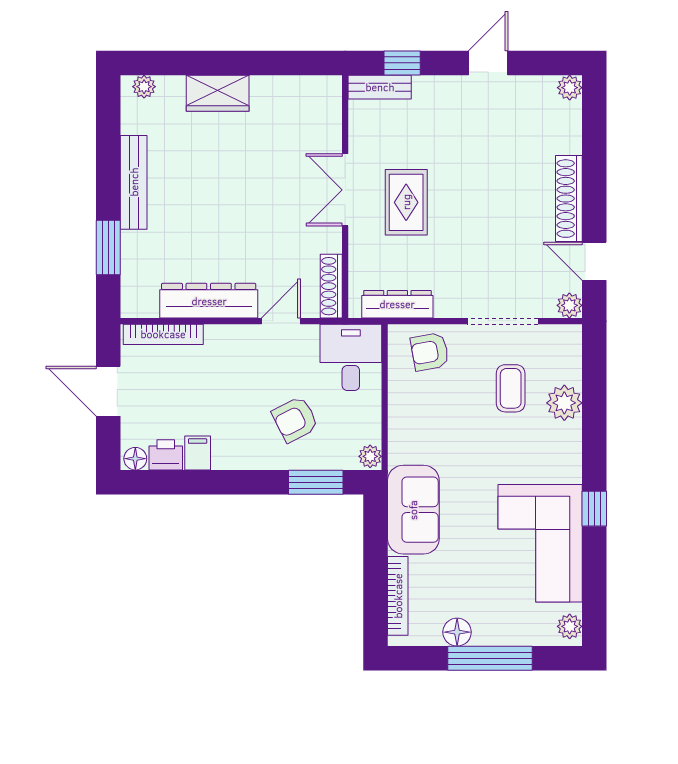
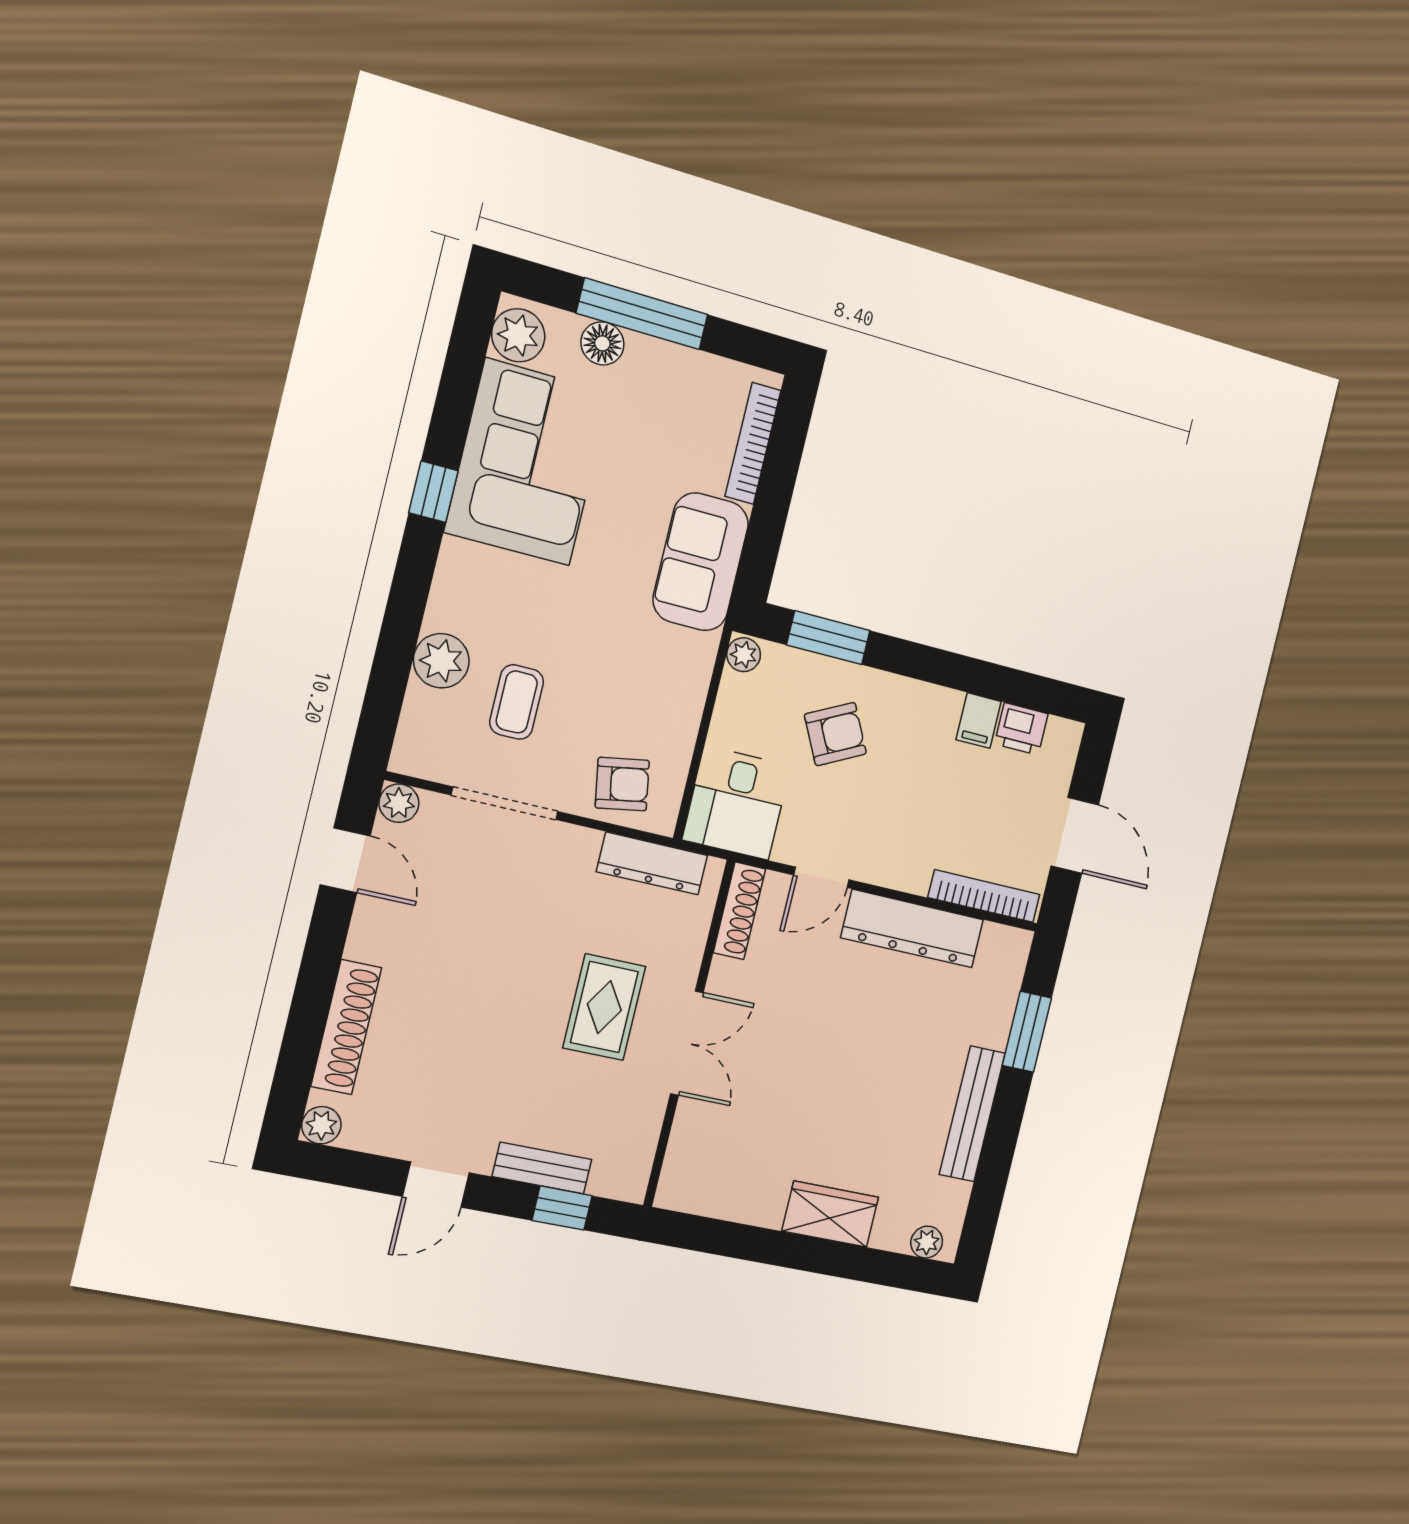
bench: (380, 87) -> (542, 1168), moved
shoe rack: (569, 199) -> (346, 1027), moved
floor lamp: (135, 459) -> (1062, 734), removed
plant: (570, 626) -> (518, 335), width x1.38, depth x1.38
floor lamp: (457, 632) -> (602, 343), moved

